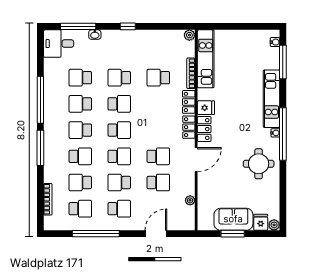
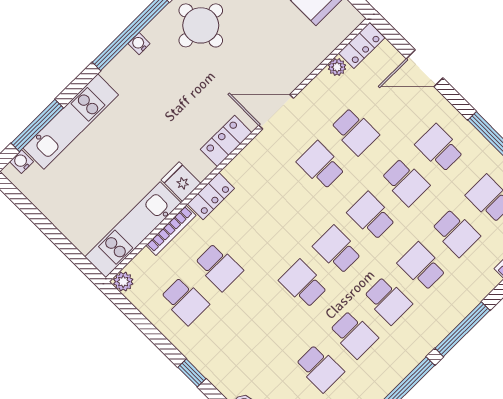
school desk: (119, 78) -> (185, 301), moved
kitchen unit: (271, 99) -> (71, 122), moved
fridge: (206, 108) -> (181, 182), moved
locker: (189, 127) -> (362, 45), moved
school desk: (158, 183) -> (355, 131), turned 180

